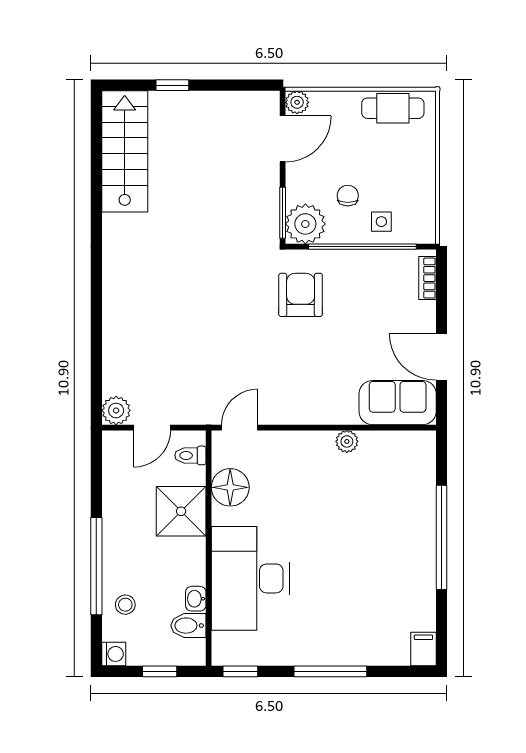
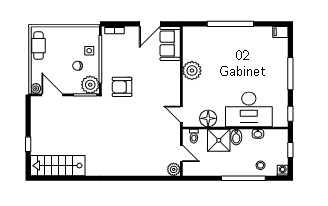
plant: (347, 441) -> (192, 71), width x1.88, depth x1.88
bidet: (188, 626) -> (236, 137), moved

